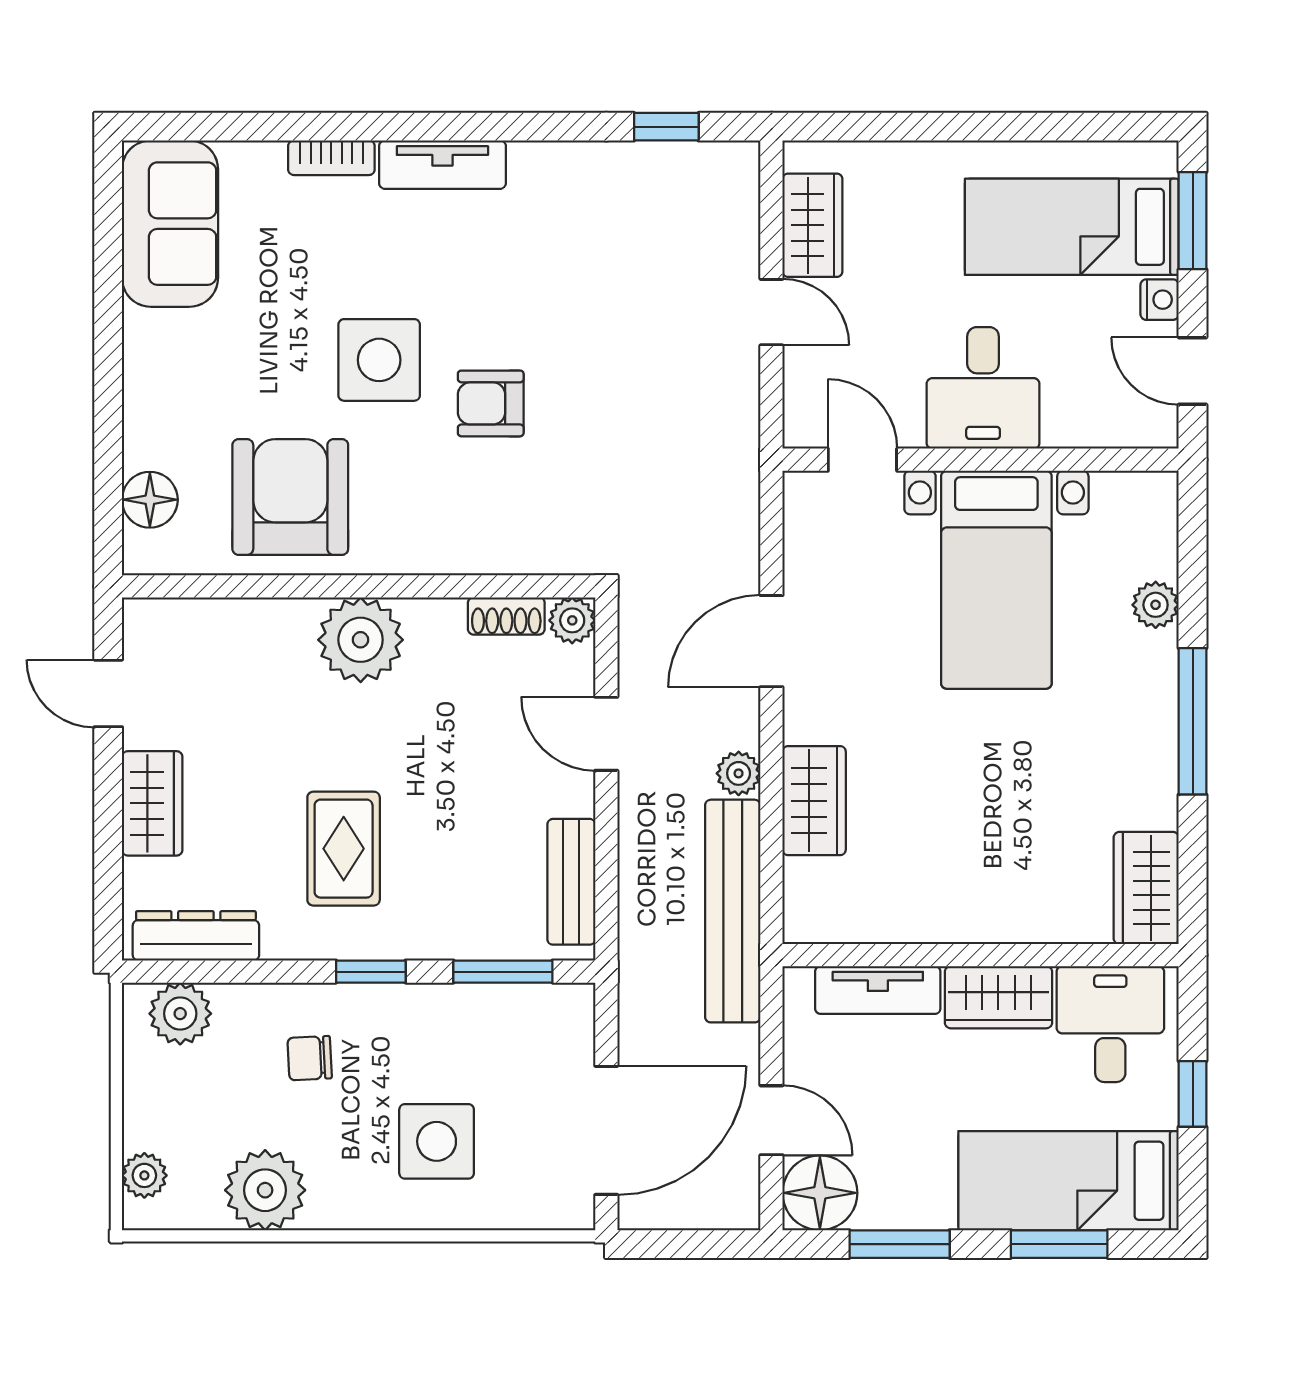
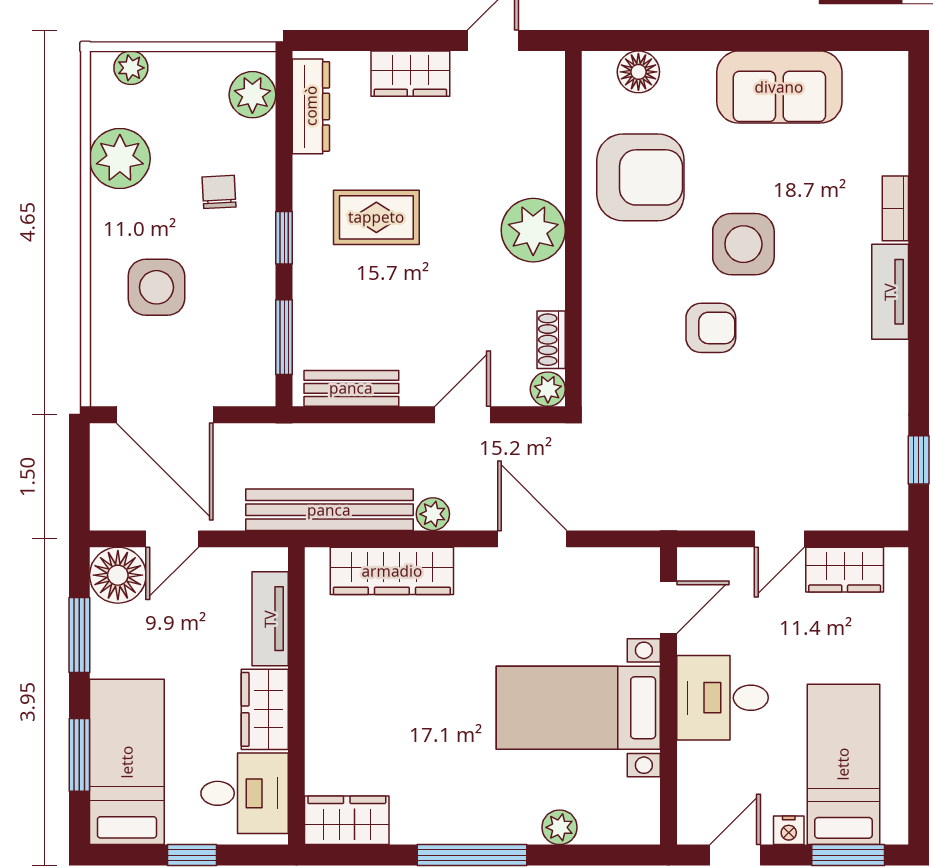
sofa: (170, 224) -> (779, 87), moved
armchair: (491, 403) -> (711, 328), turned 90
wardrobe: (814, 801) -> (392, 571), width x1.50

